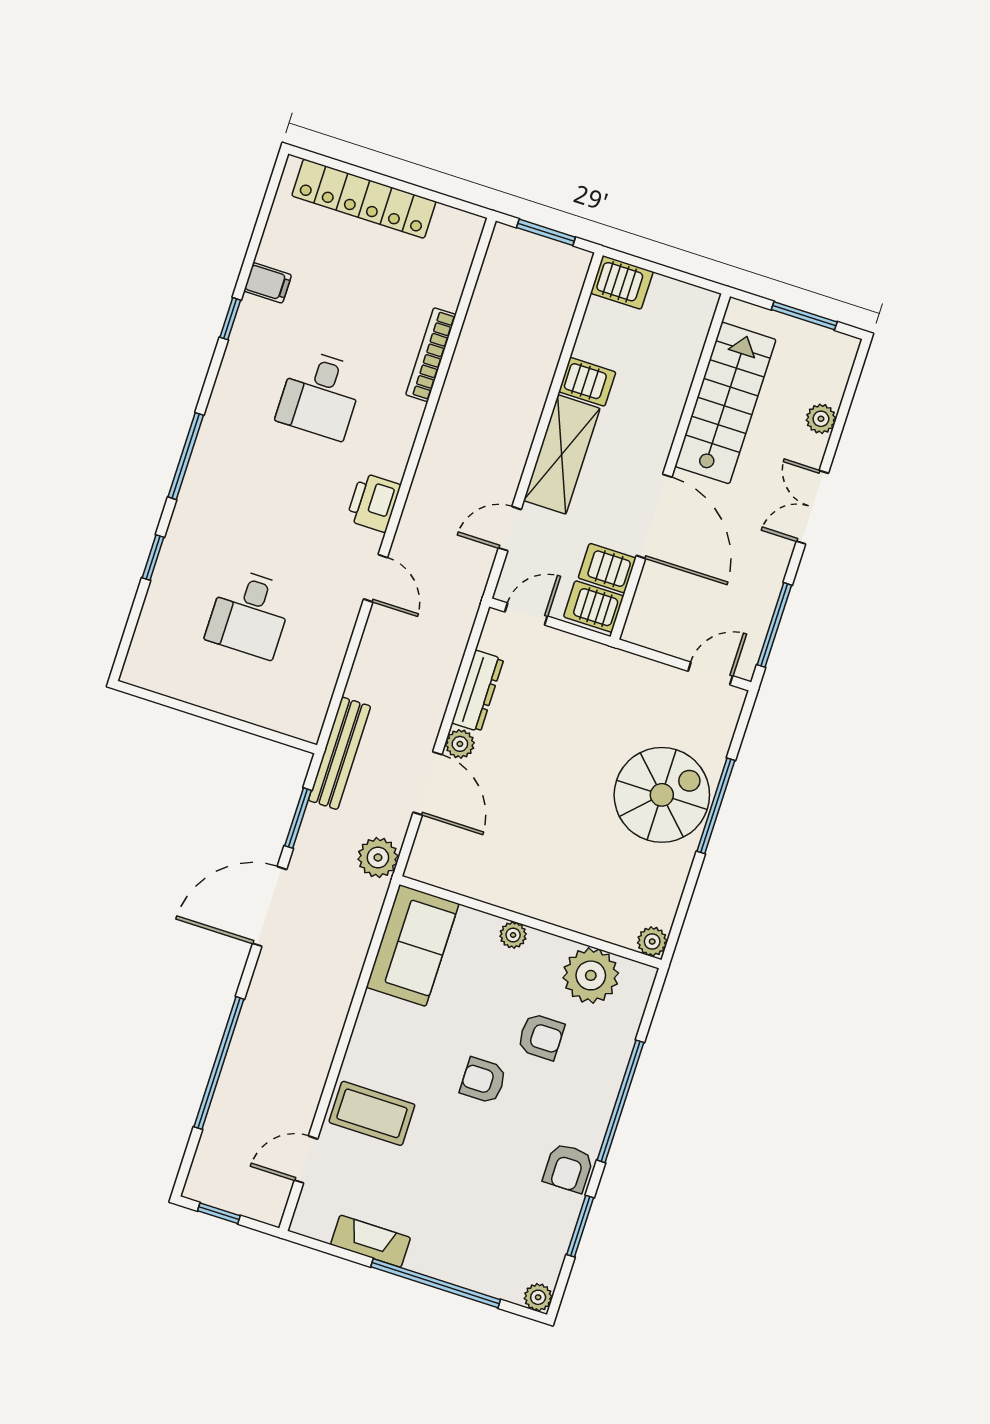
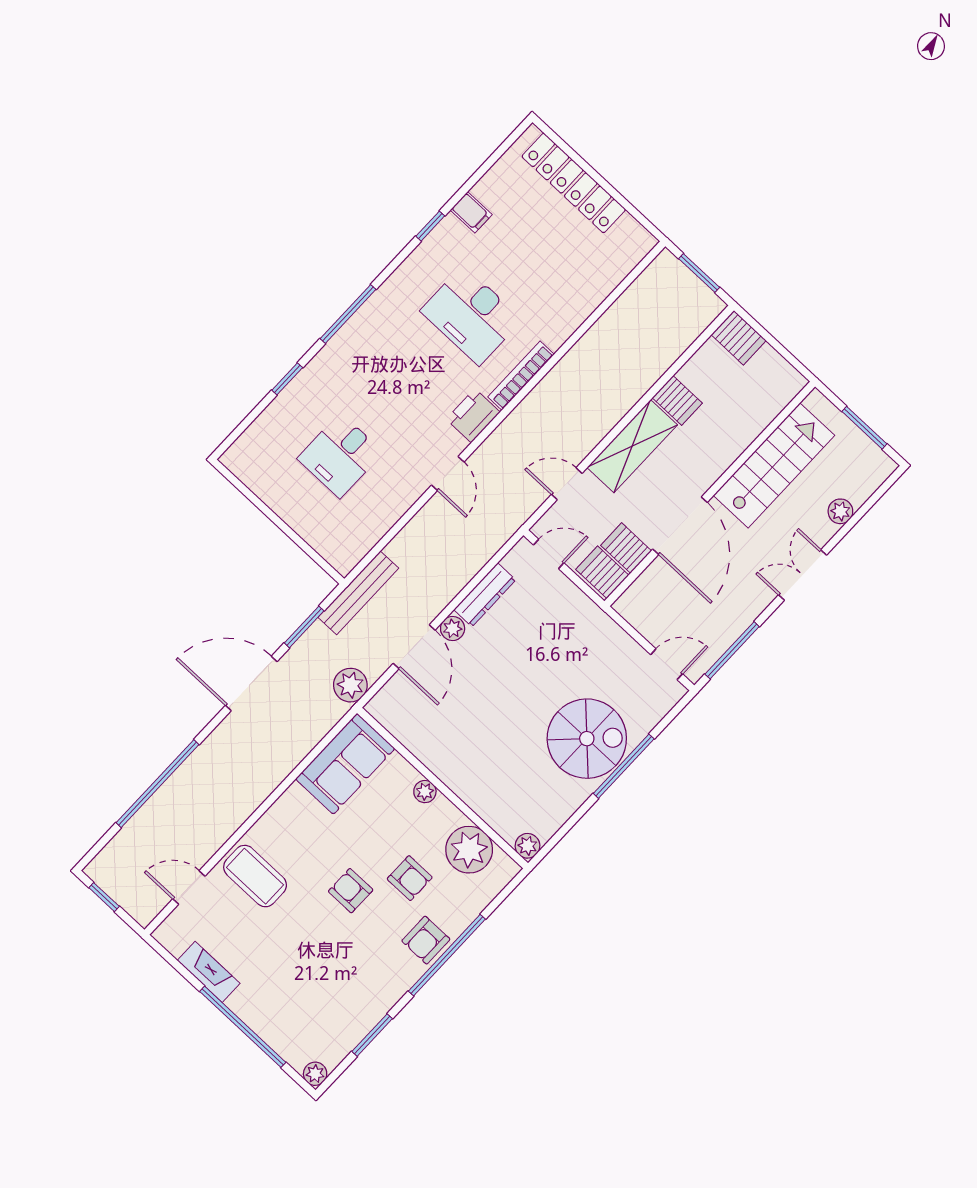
bookcase: (431, 355) -> (521, 376), moved
desk: (320, 395) -> (471, 315), width x1.37
armchair: (568, 1168) -> (426, 940), moved

